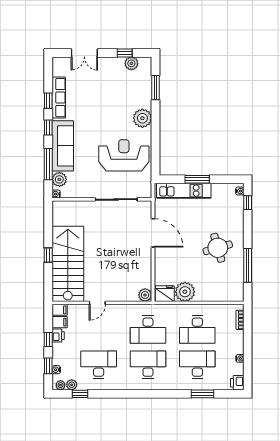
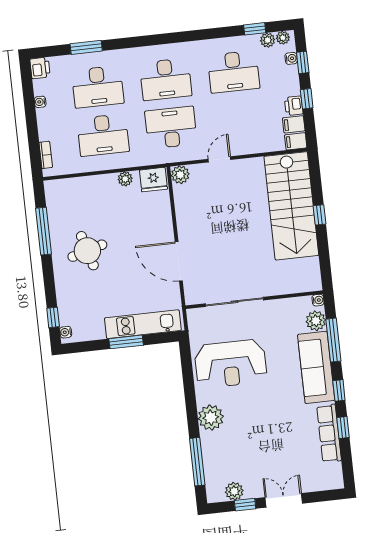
double door: (84, 53) -> (284, 500), moved
window: (156, 88) -> (197, 462), width x1.44
plant: (185, 292) -> (125, 179), width x0.53, depth x0.53
door: (97, 303) -> (219, 159), moved
desk: (197, 330) -> (103, 135), turned 180

